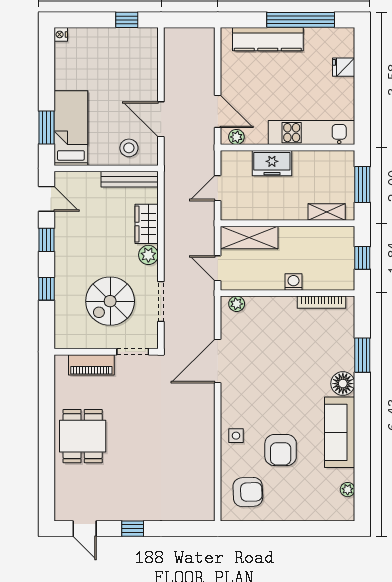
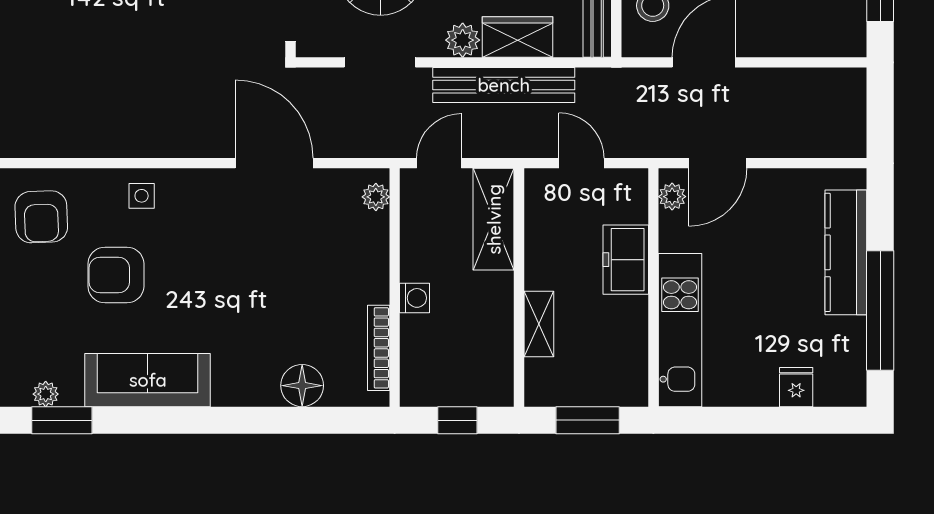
shelving: (327, 212) -> (539, 324), moved
bench: (174, 232) -> (504, 85), added
window: (362, 355) -> (62, 420), moved
floor lamp: (343, 384) -> (302, 386), moved

